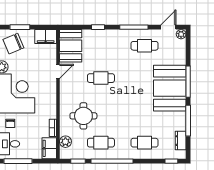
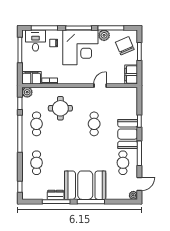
door: (168, 27) -> (139, 184), hinge flipped
booth: (71, 46) -> (128, 134), moved, turned 90
door: (58, 71) -> (100, 86), swing flipped
dresser: (181, 141) -> (56, 195), moved
plant: (65, 142) -> (27, 92), moved

